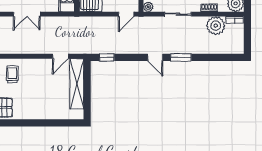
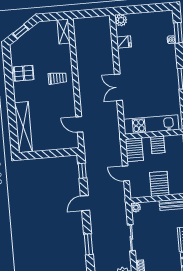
door: (126, 14) -> (126, 173), moved
door: (155, 57) -> (85, 203), moved
shelving: (77, 84) -> (23, 127), moved, turned 90

